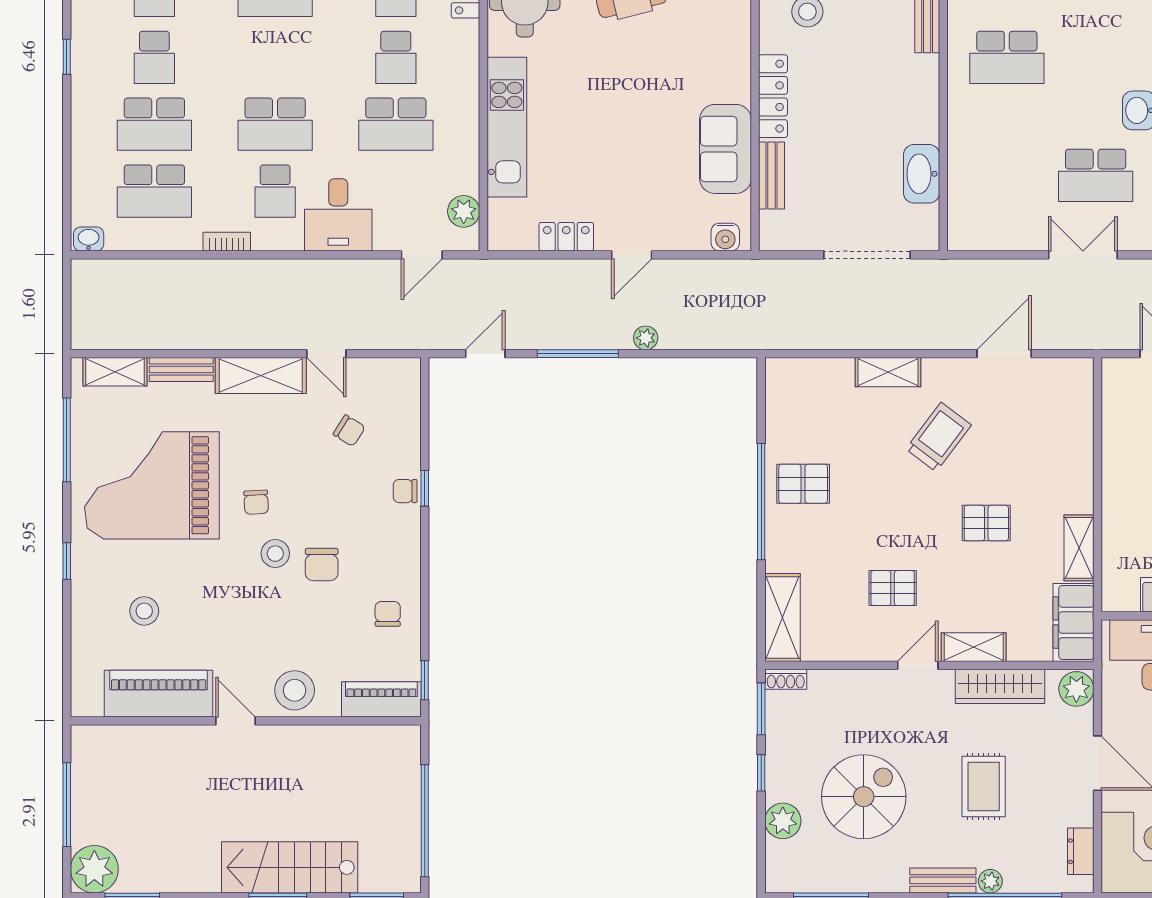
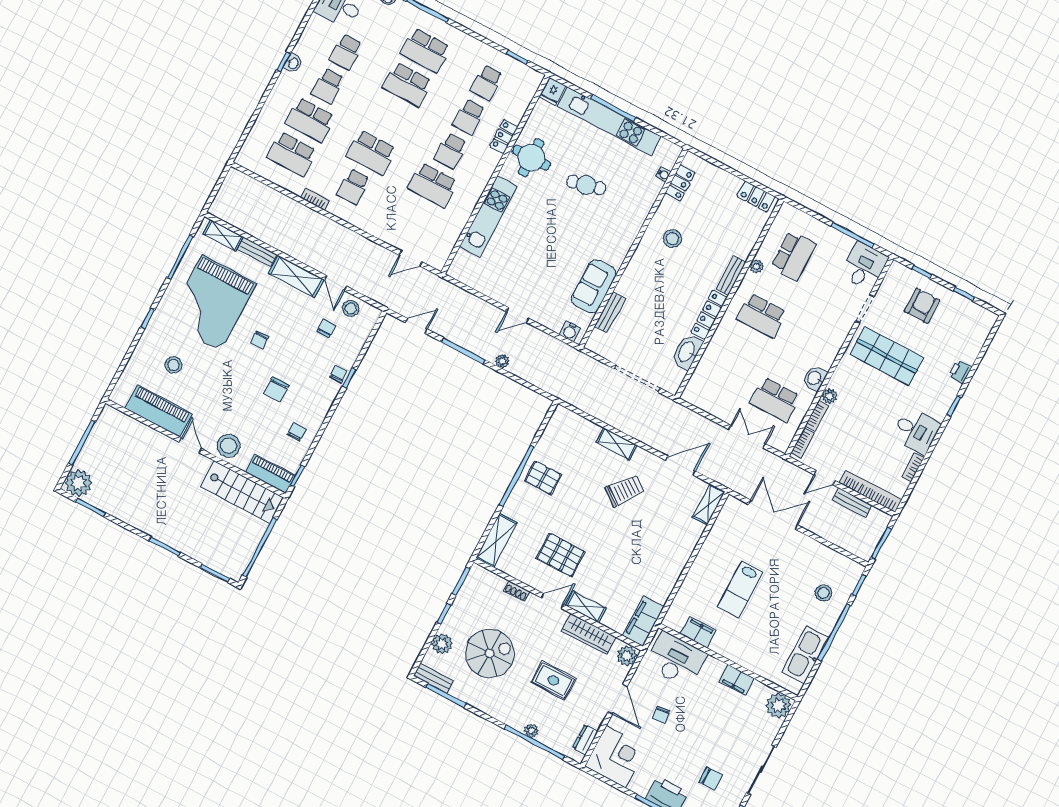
locker: (773, 96) -> (709, 315), moved, turned 180
plant: (464, 211) -> (444, 248), removed
desk: (338, 215) -> (379, 216), removed
locker: (566, 237) -> (489, 288), removed
washbasin: (89, 239) -> (293, 63), moved, turned 90
chair: (349, 431) -> (326, 328), turned -122
grand piano: (152, 485) -> (211, 303), turned -90
chair: (405, 491) -> (339, 374), turned 90
pallet: (986, 523) -> (626, 547), removed
shelving: (1079, 548) -> (709, 505), moved
stool: (275, 554) -> (351, 308), moved
pallet: (893, 588) -> (561, 555), width x1.50, depth x1.42
shoe rack: (786, 679) -> (516, 591), moved
rug: (984, 786) -> (553, 680), turned 90
stairs: (290, 867) -> (242, 492), moved, turned 180
bench: (943, 880) -> (434, 678), moved

